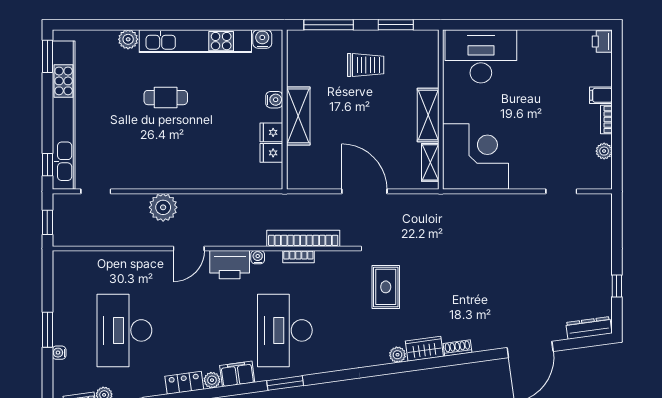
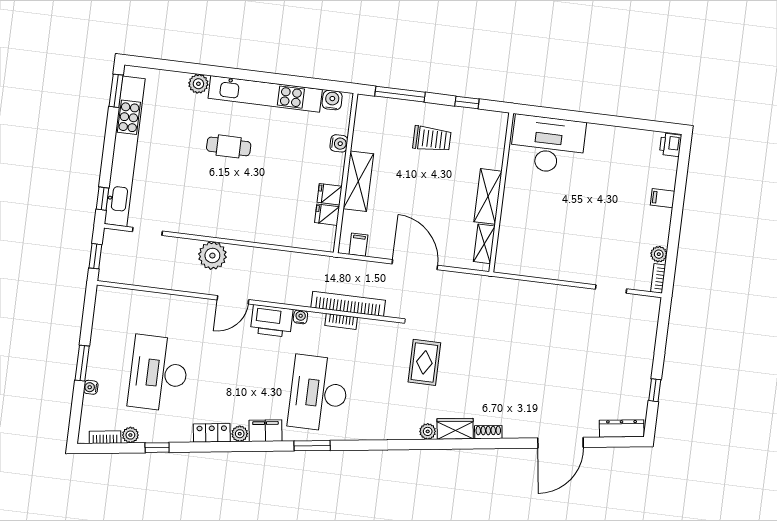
window: (396, 25) -> (467, 102), width x0.67
water cooler: (274, 100) -> (339, 143), moved
bookcase: (606, 120) -> (658, 278), moved
corner desk: (476, 157) -> (530, 244), removed
filing cabinet: (306, 179) -> (358, 245), added

